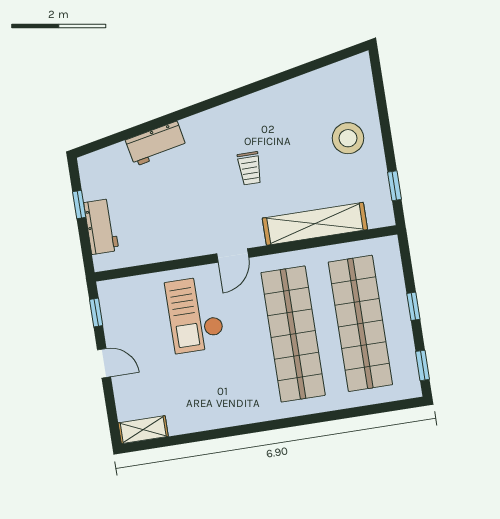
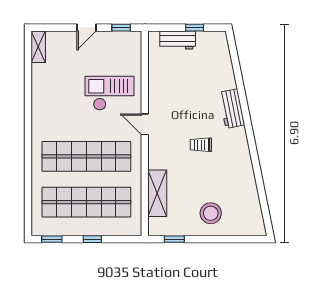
workbench: (156, 144) -> (232, 109), moved
shelving: (315, 224) -> (157, 193), width x0.68

